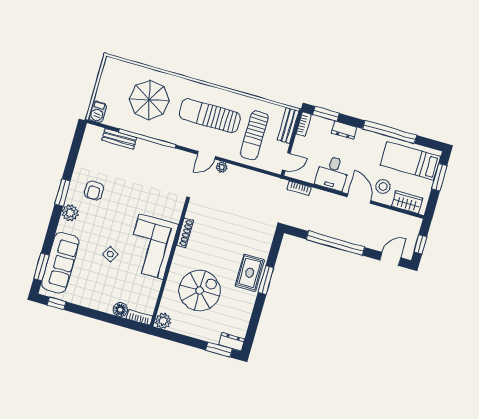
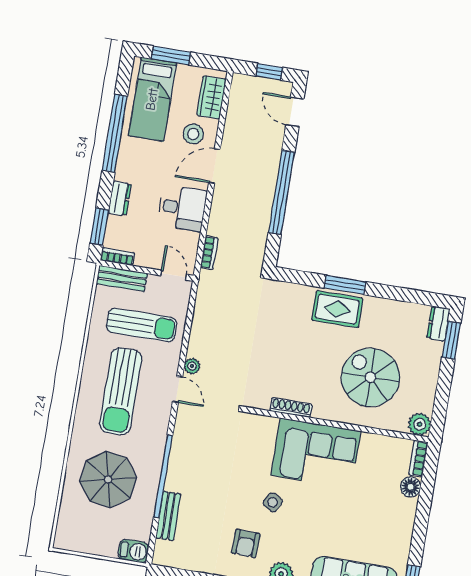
armchair: (94, 191) -> (246, 543), turned 92
side table: (110, 254) -> (273, 502), moved

